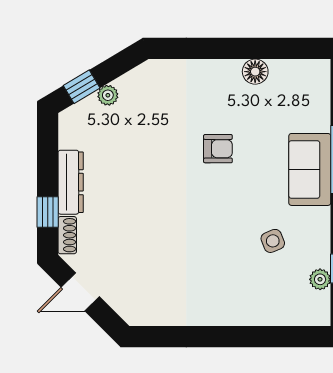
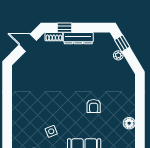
door: (80, 292) -> (28, 43), hinge flipped

